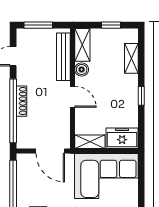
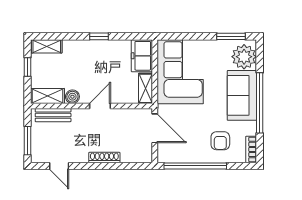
bench: (63, 57) -> (53, 115), width x0.73
shelving: (131, 58) -> (47, 46), moved
window: (13, 111) -> (114, 166), removed
door: (50, 151) -> (155, 128), hinge flipped

